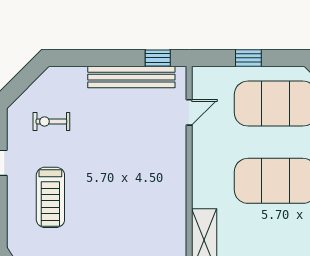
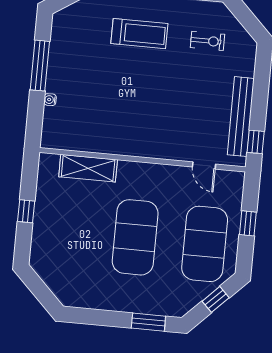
exercise bike: (51, 121) -> (208, 41), turned 90
treadmill: (50, 197) -> (139, 34), turned 180

